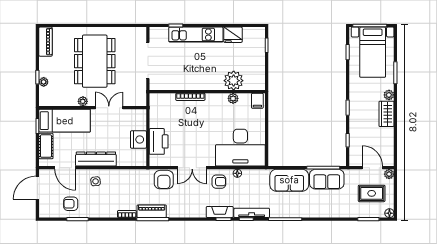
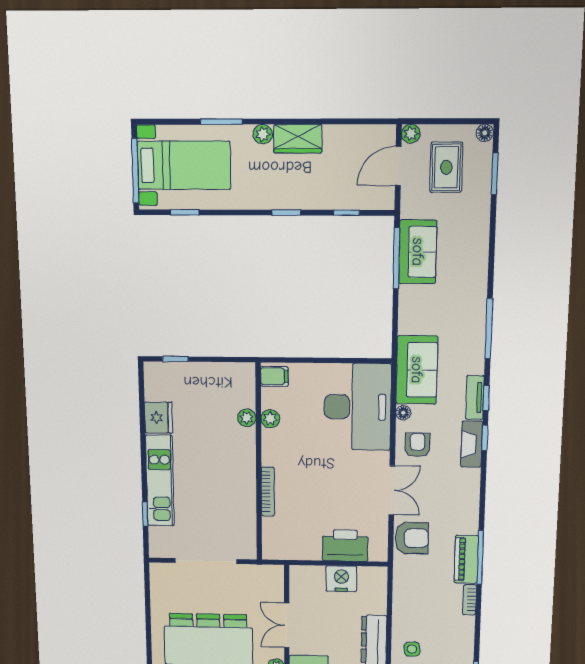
plant: (234, 81) -> (247, 418), width x0.53, depth x0.53
sofa: (289, 180) -> (417, 370), moved
tv unit: (252, 213) -> (475, 397), width x0.71

